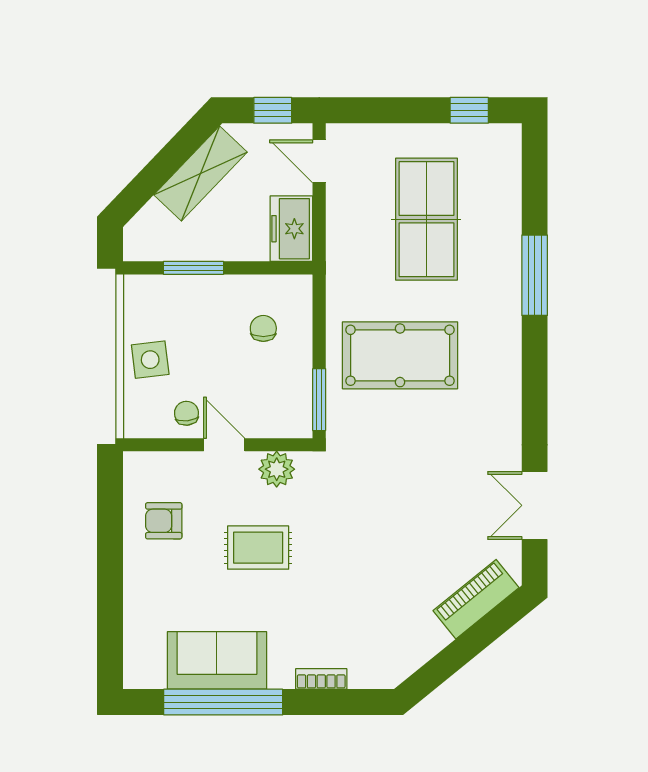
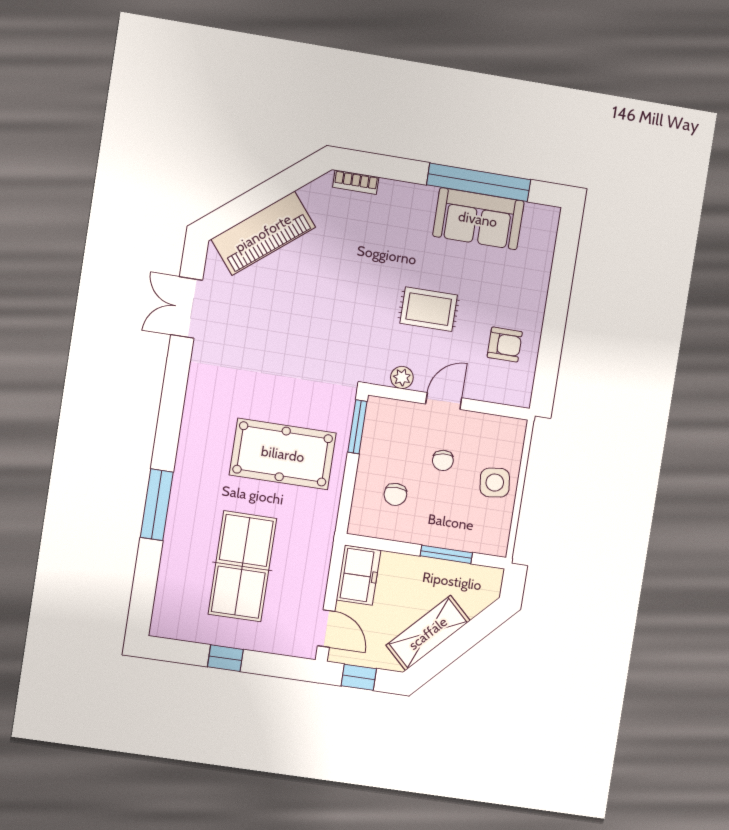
window: (469, 110) -> (225, 658), moved
chair: (186, 413) -> (443, 460), moved
door: (224, 445) -> (444, 401), swing flipped
plant: (277, 469) -> (402, 377), width x0.73, depth x0.73
double door: (535, 505) -> (187, 308), swing flipped
piano: (476, 599) -> (263, 233), width x1.37, depth x1.33
bookcase: (321, 679) -> (356, 182), moved

